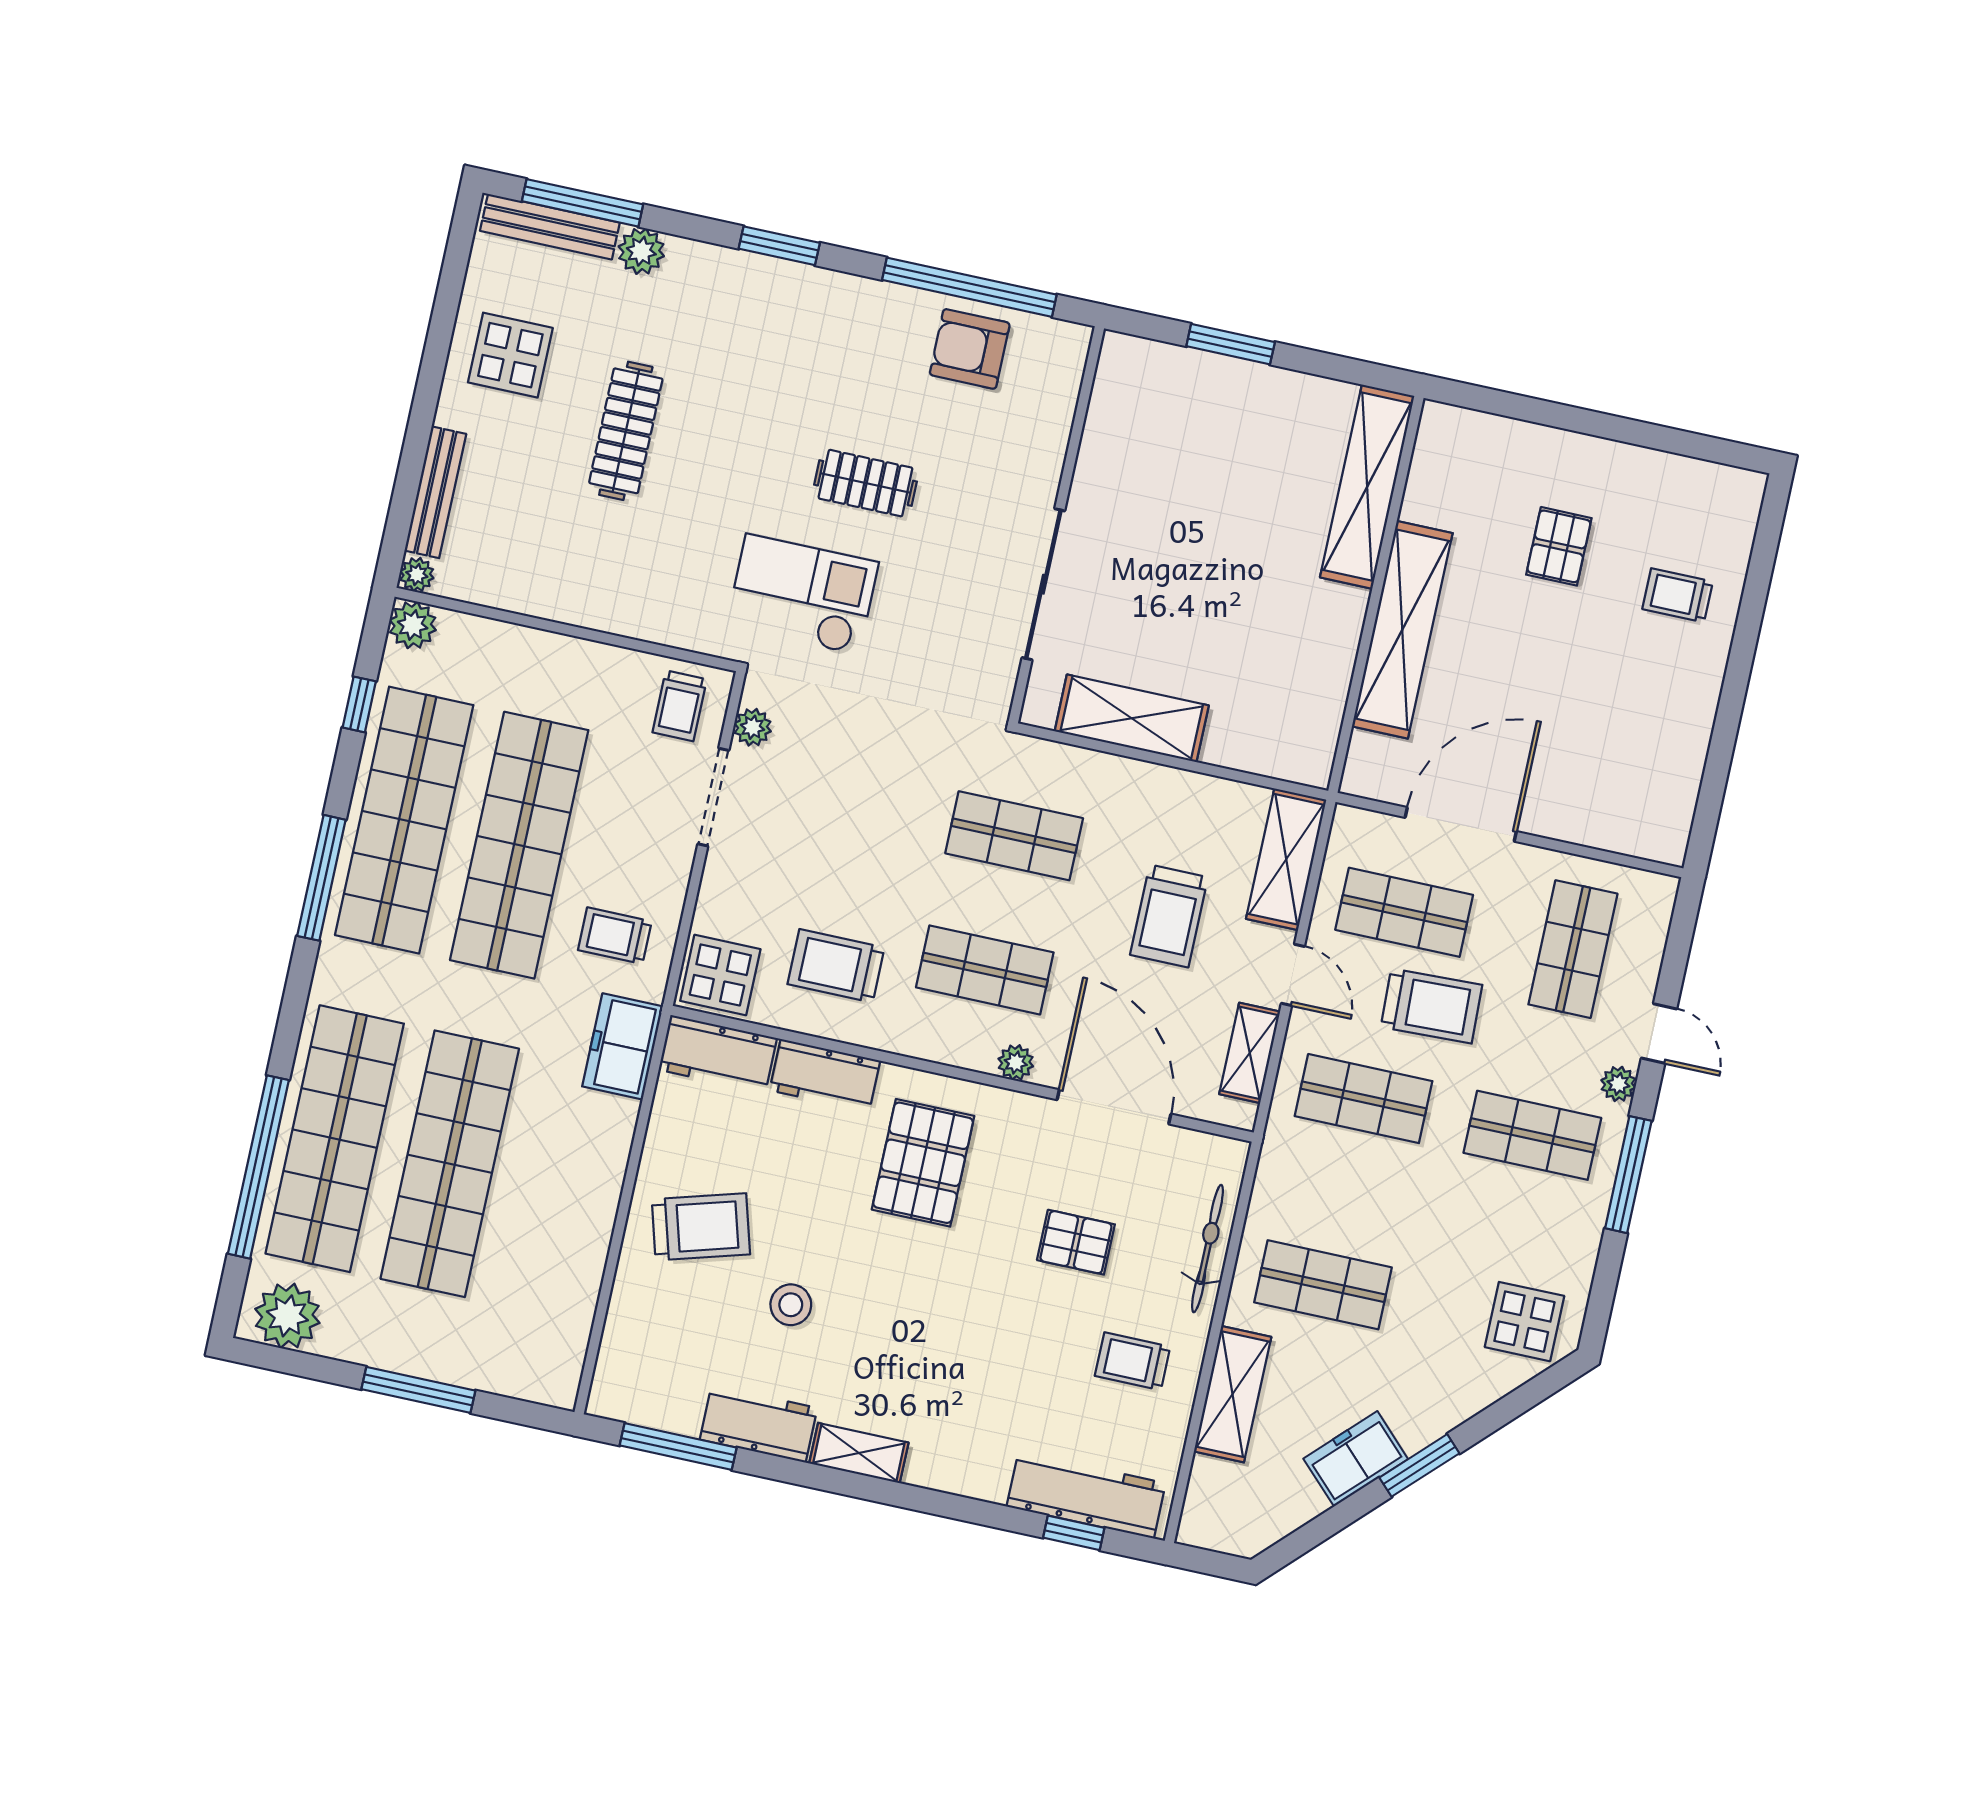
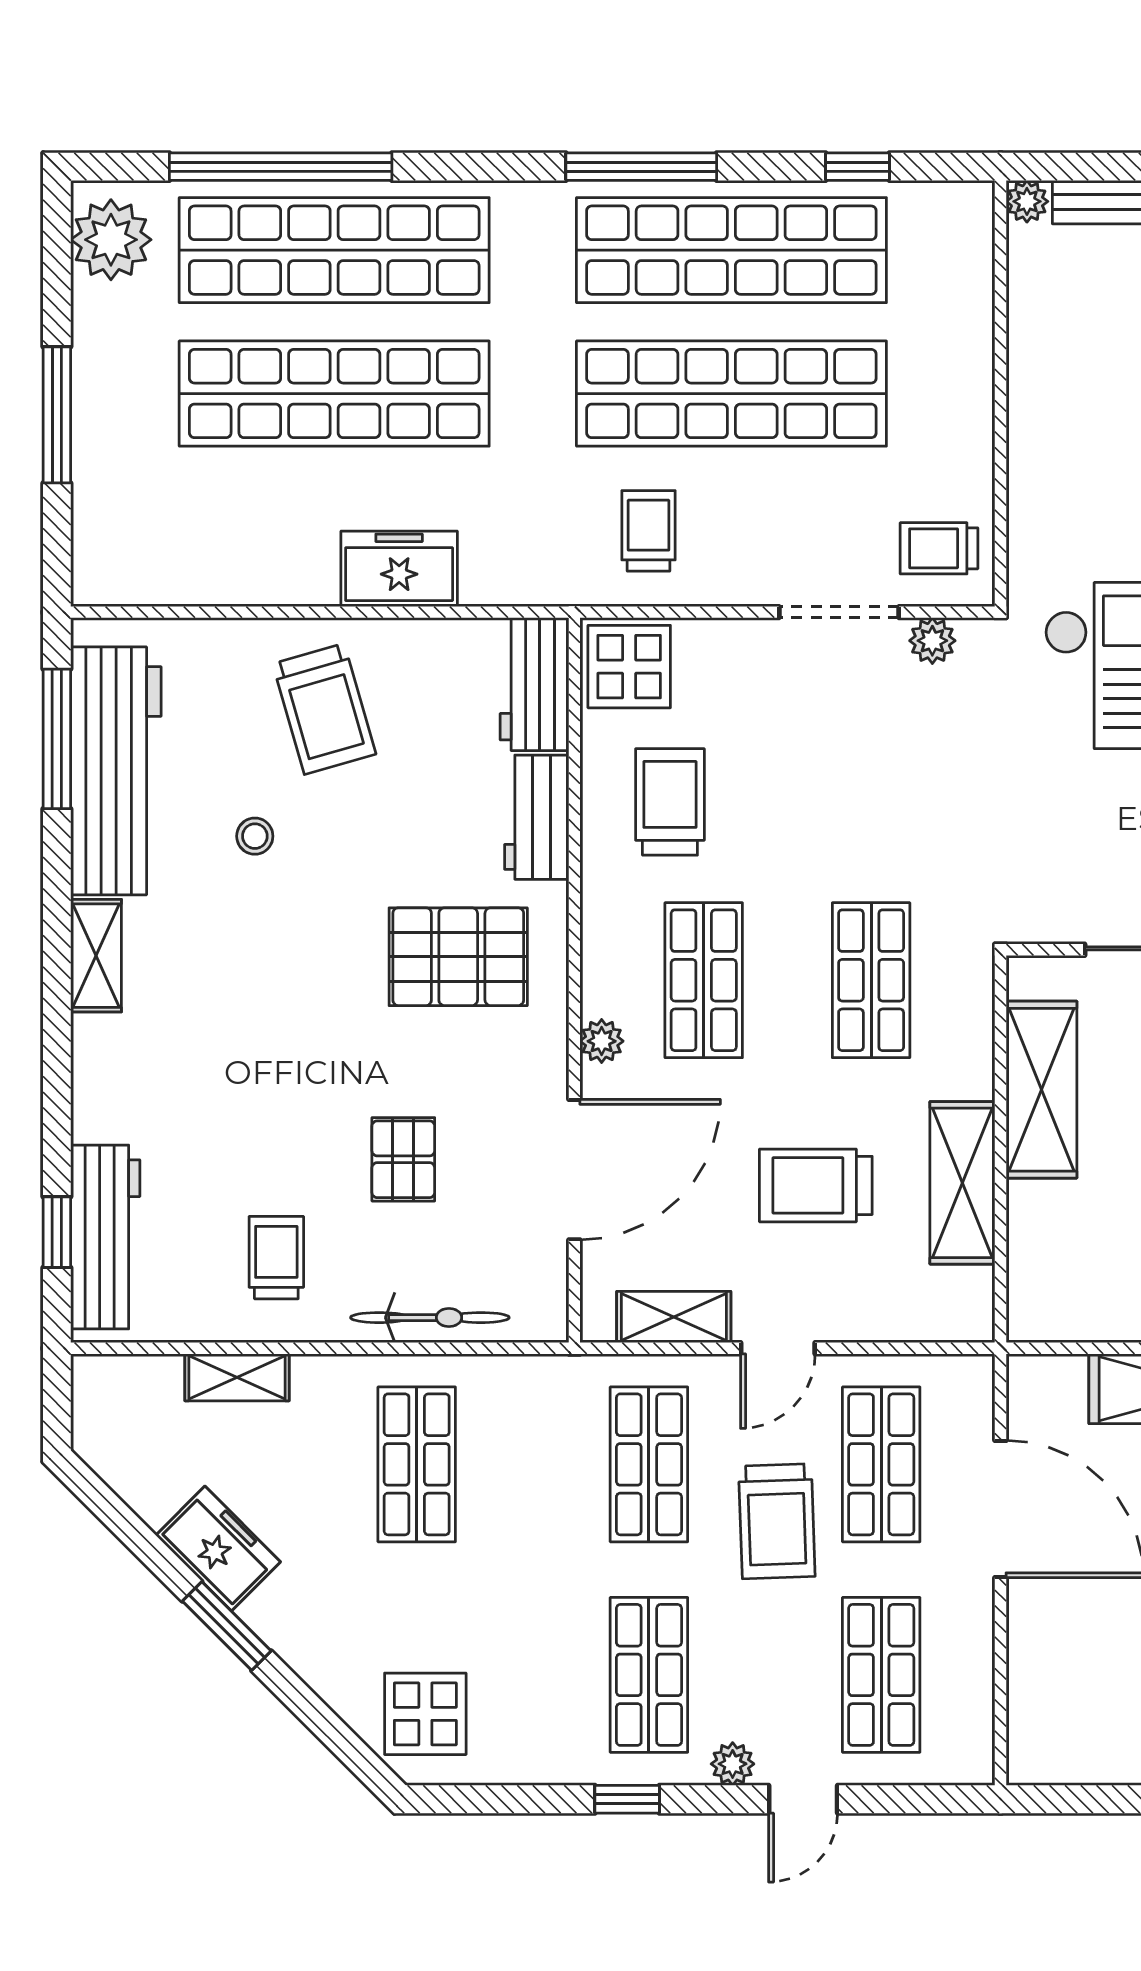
plant: (413, 625) -> (966, 210), removed
shelving: (1286, 859) -> (962, 1183), moved, turned 90
shop shelf: (1573, 949) -> (881, 1675), turned 90
freezer: (623, 1046) -> (399, 569), moved
window: (1628, 1175) -> (627, 1799), width x0.46
stool: (791, 1305) -> (255, 836), width x0.73, depth x0.73
shelving: (1233, 1394) -> (237, 1377), width x0.67, depth x0.75
workbench: (759, 1424) -> (116, 771), width x1.88, depth x1.32

